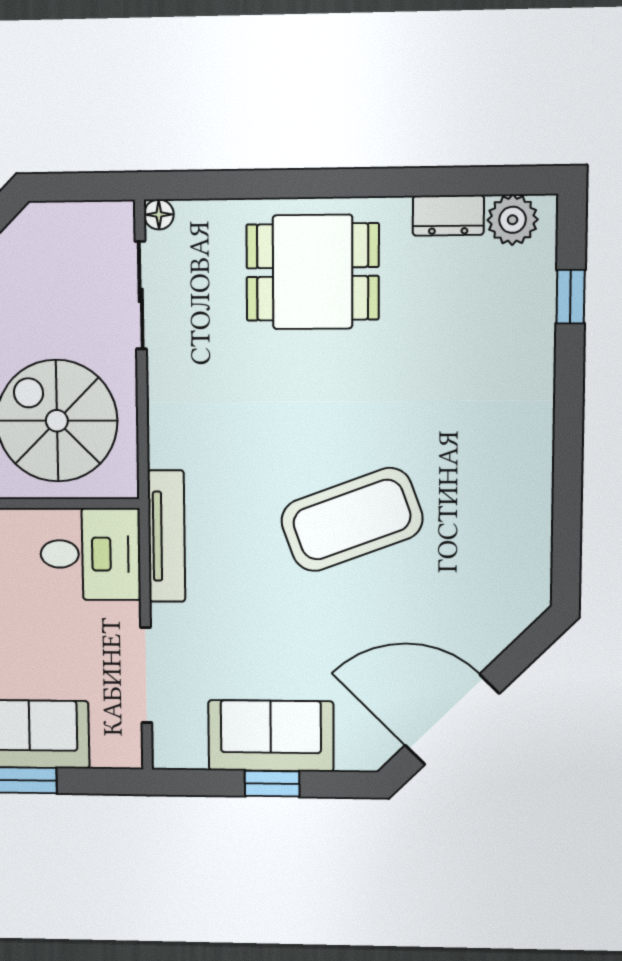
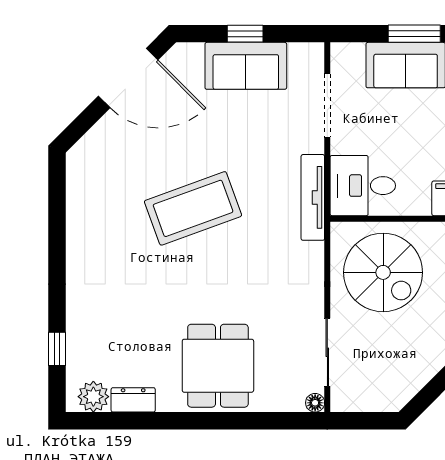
dining table: (313, 272) -> (218, 366), turned 90

